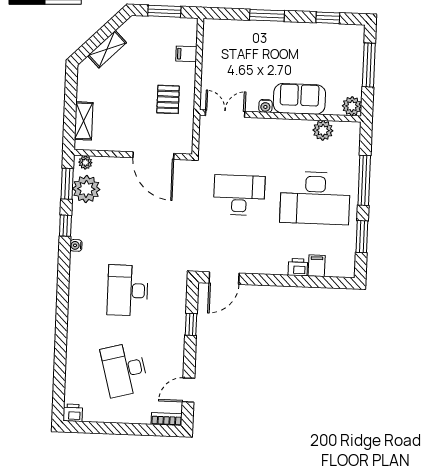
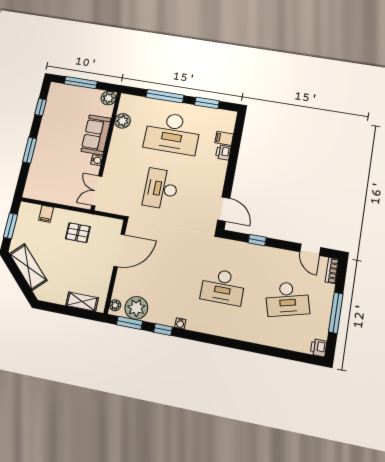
shelving: (107, 49) -> (28, 267), width x1.50, depth x1.33
desk: (315, 198) -> (172, 133), turned 90
window: (117, 429) -> (336, 313), added

